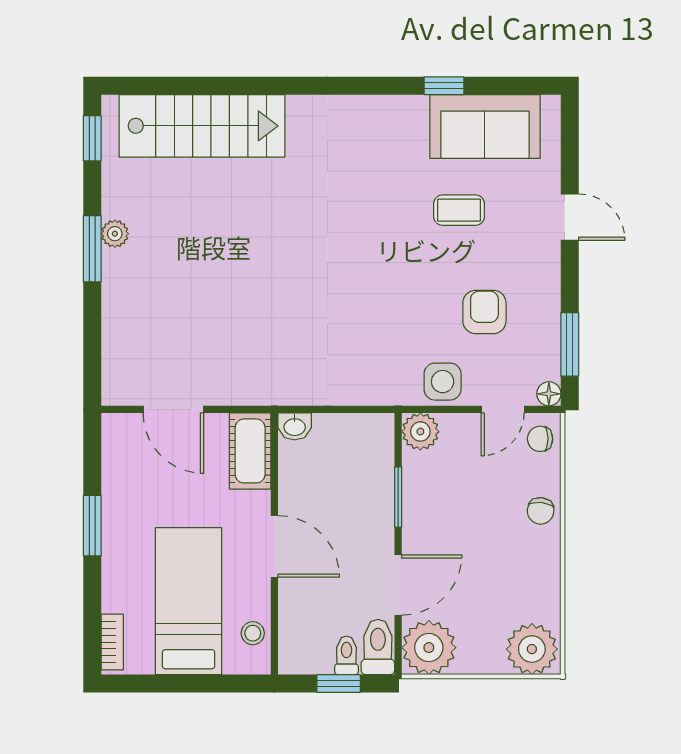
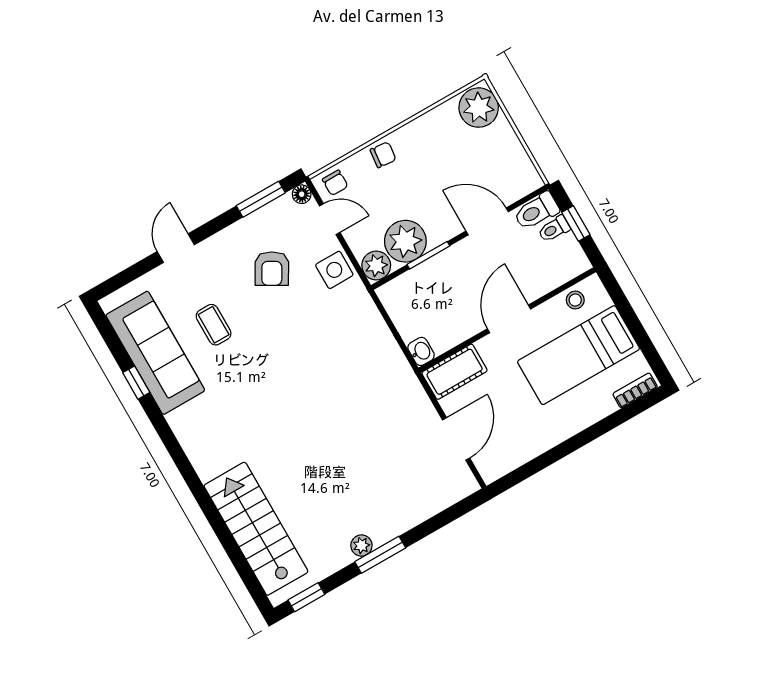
sofa: (485, 126) -> (155, 353), width x1.36
armchair: (484, 312) -> (272, 269), turned -60
window: (92, 526) -> (565, 448), removed
plant: (429, 648) -> (405, 241), moved

